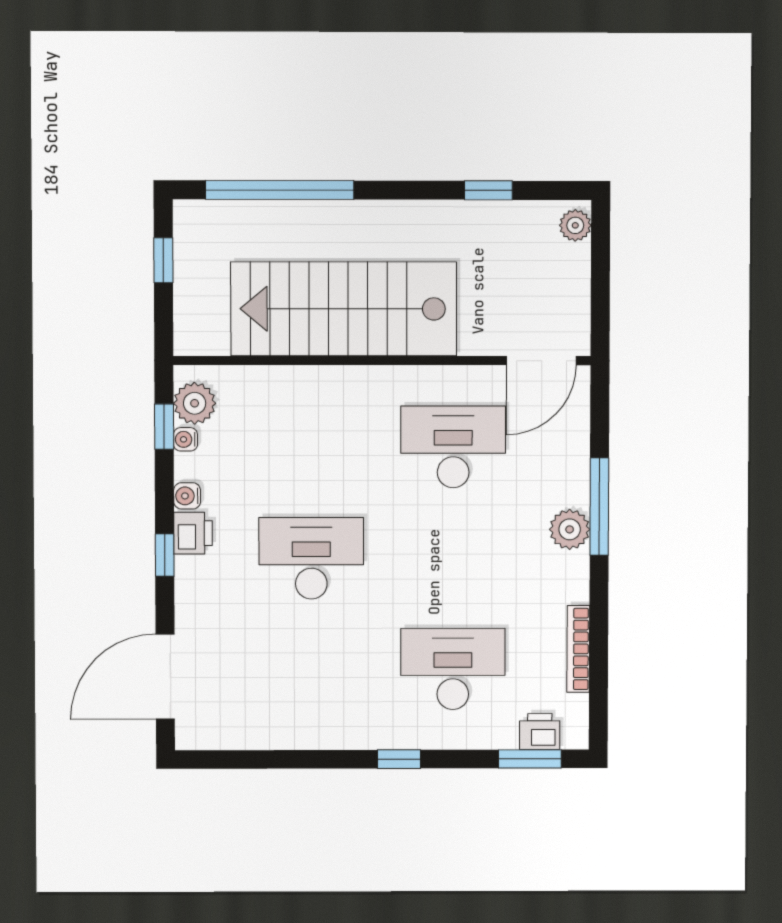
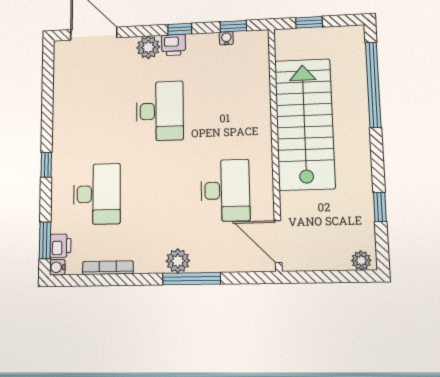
window: (163, 260) -> (309, 22), moved
plant: (195, 403) -> (148, 47), moved
water cooler: (187, 496) -> (57, 267), moved, turned -90
window: (165, 555) -> (180, 29), moved

